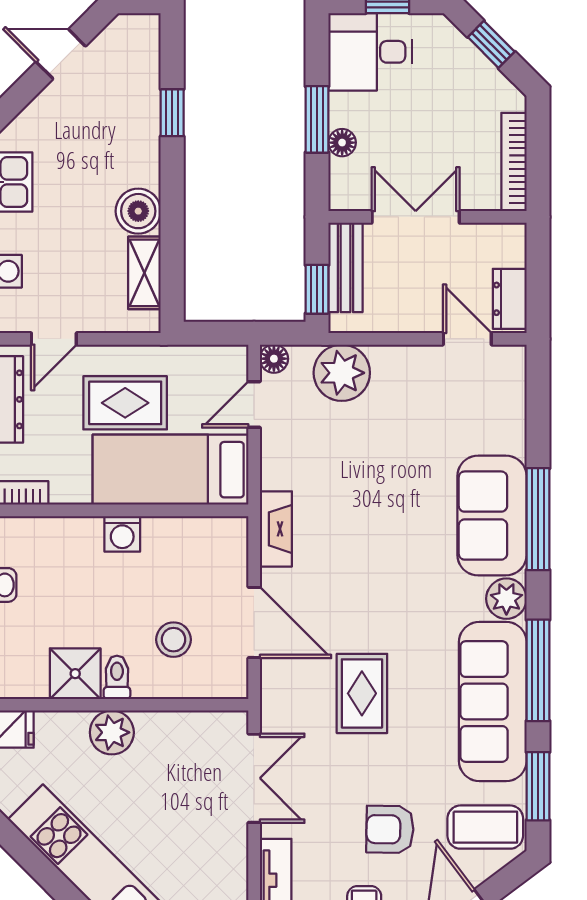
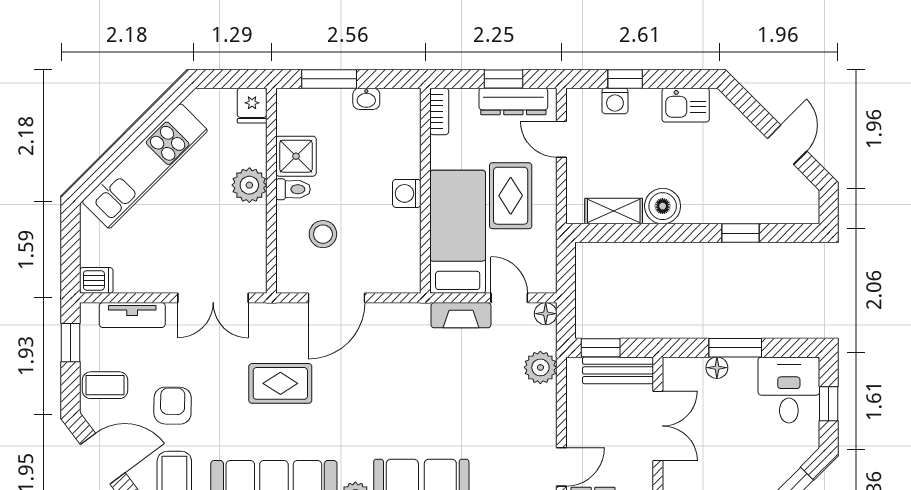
plant: (342, 373) -> (540, 367), width x0.73, depth x0.73
fireplace: (276, 529) -> (461, 315), moved

